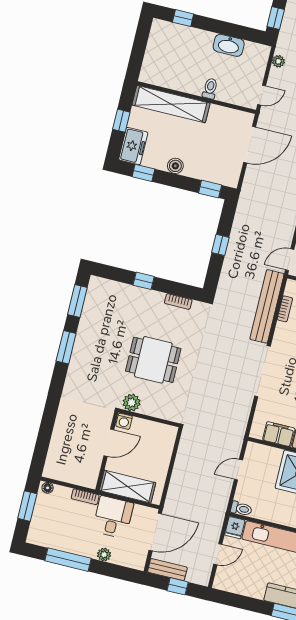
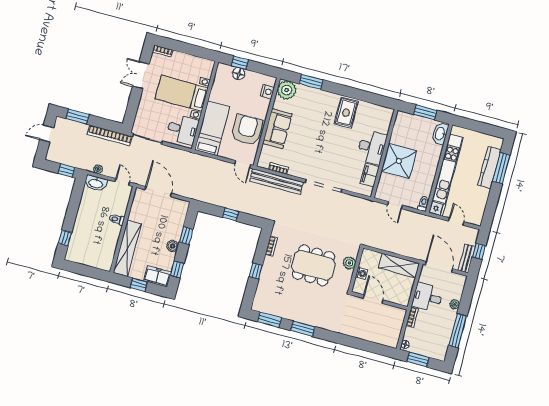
washbasin: (229, 45) -> (96, 183), moved, turned 90
window: (210, 189) -> (186, 236), moved
dining table: (153, 360) -> (313, 265), width x1.38
plant: (132, 403) -> (349, 263), moved
washing machine: (124, 421) -> (362, 273), moved
shelving: (127, 487) -> (399, 266), moved, turned 90

